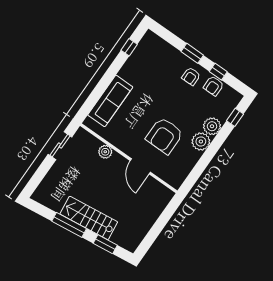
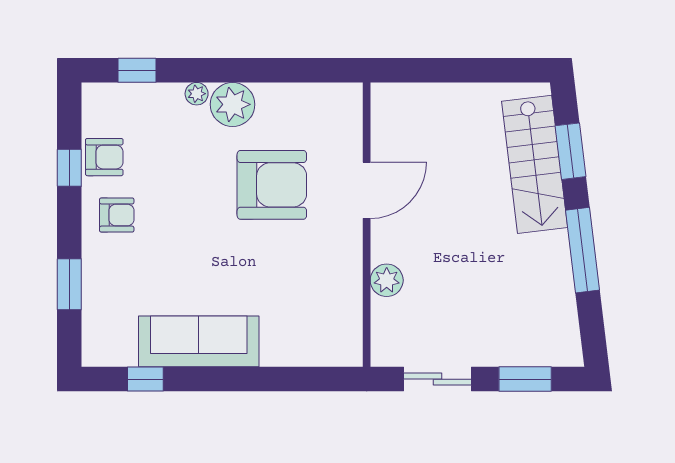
window: (192, 53) -> (69, 284), moved
sofa: (110, 101) -> (199, 341), moved
plant: (212, 126) -> (197, 94), width x0.53, depth x0.53
window: (39, 175) -> (525, 379), added
stairs: (89, 218) -> (535, 164), moved

